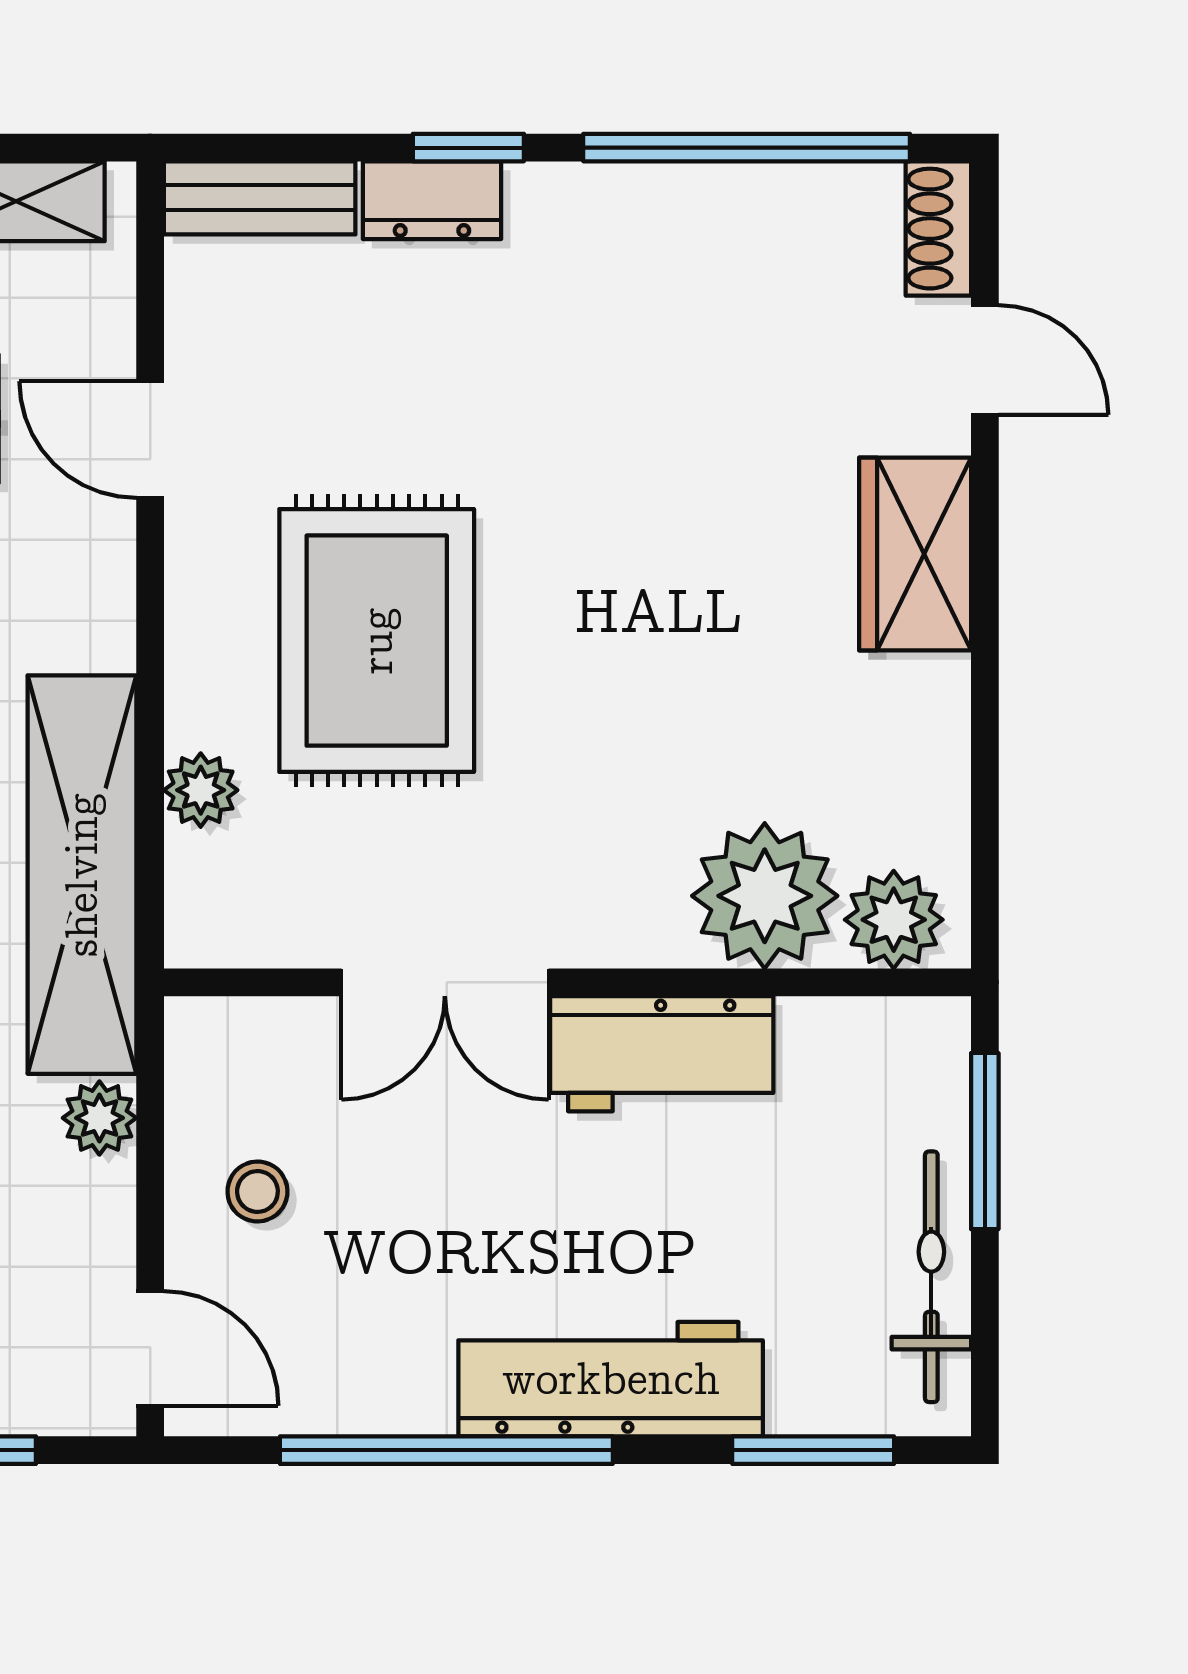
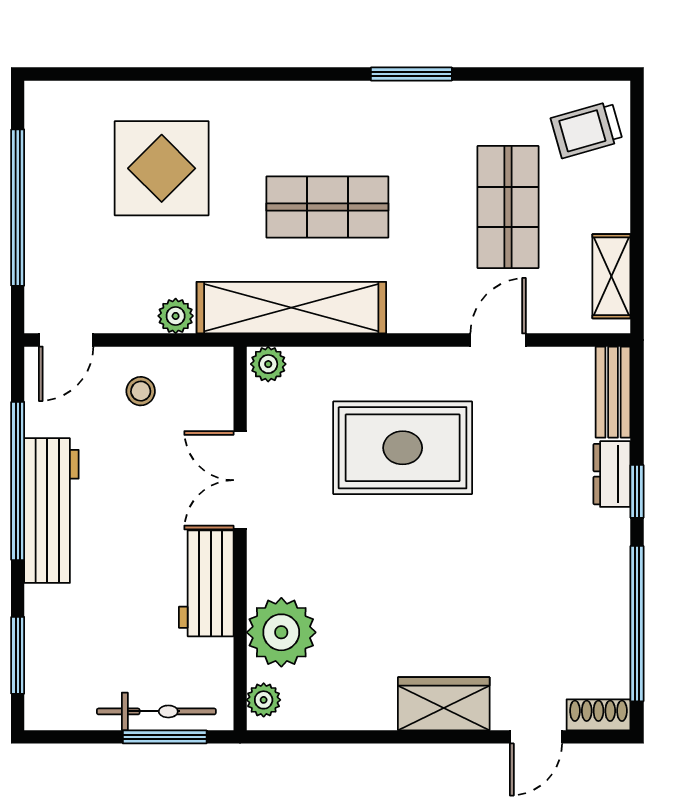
plant: (201, 790) -> (268, 364), moved
plant: (894, 920) -> (264, 700), width x0.73, depth x0.73
bicycle: (931, 1277) -> (156, 711), moved
workbench: (611, 1379) -> (51, 511), moved

